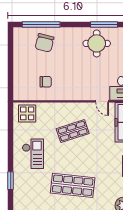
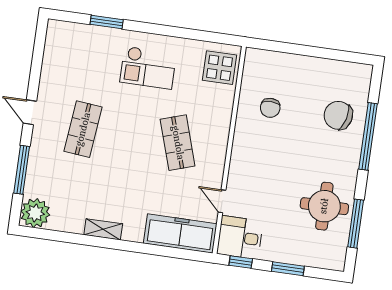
window: (41, 24) -> (368, 136), moved
door: (102, 101) -> (222, 201), hinge flipped
shop shelf: (73, 185) -> (83, 129), width x0.70, depth x0.74

